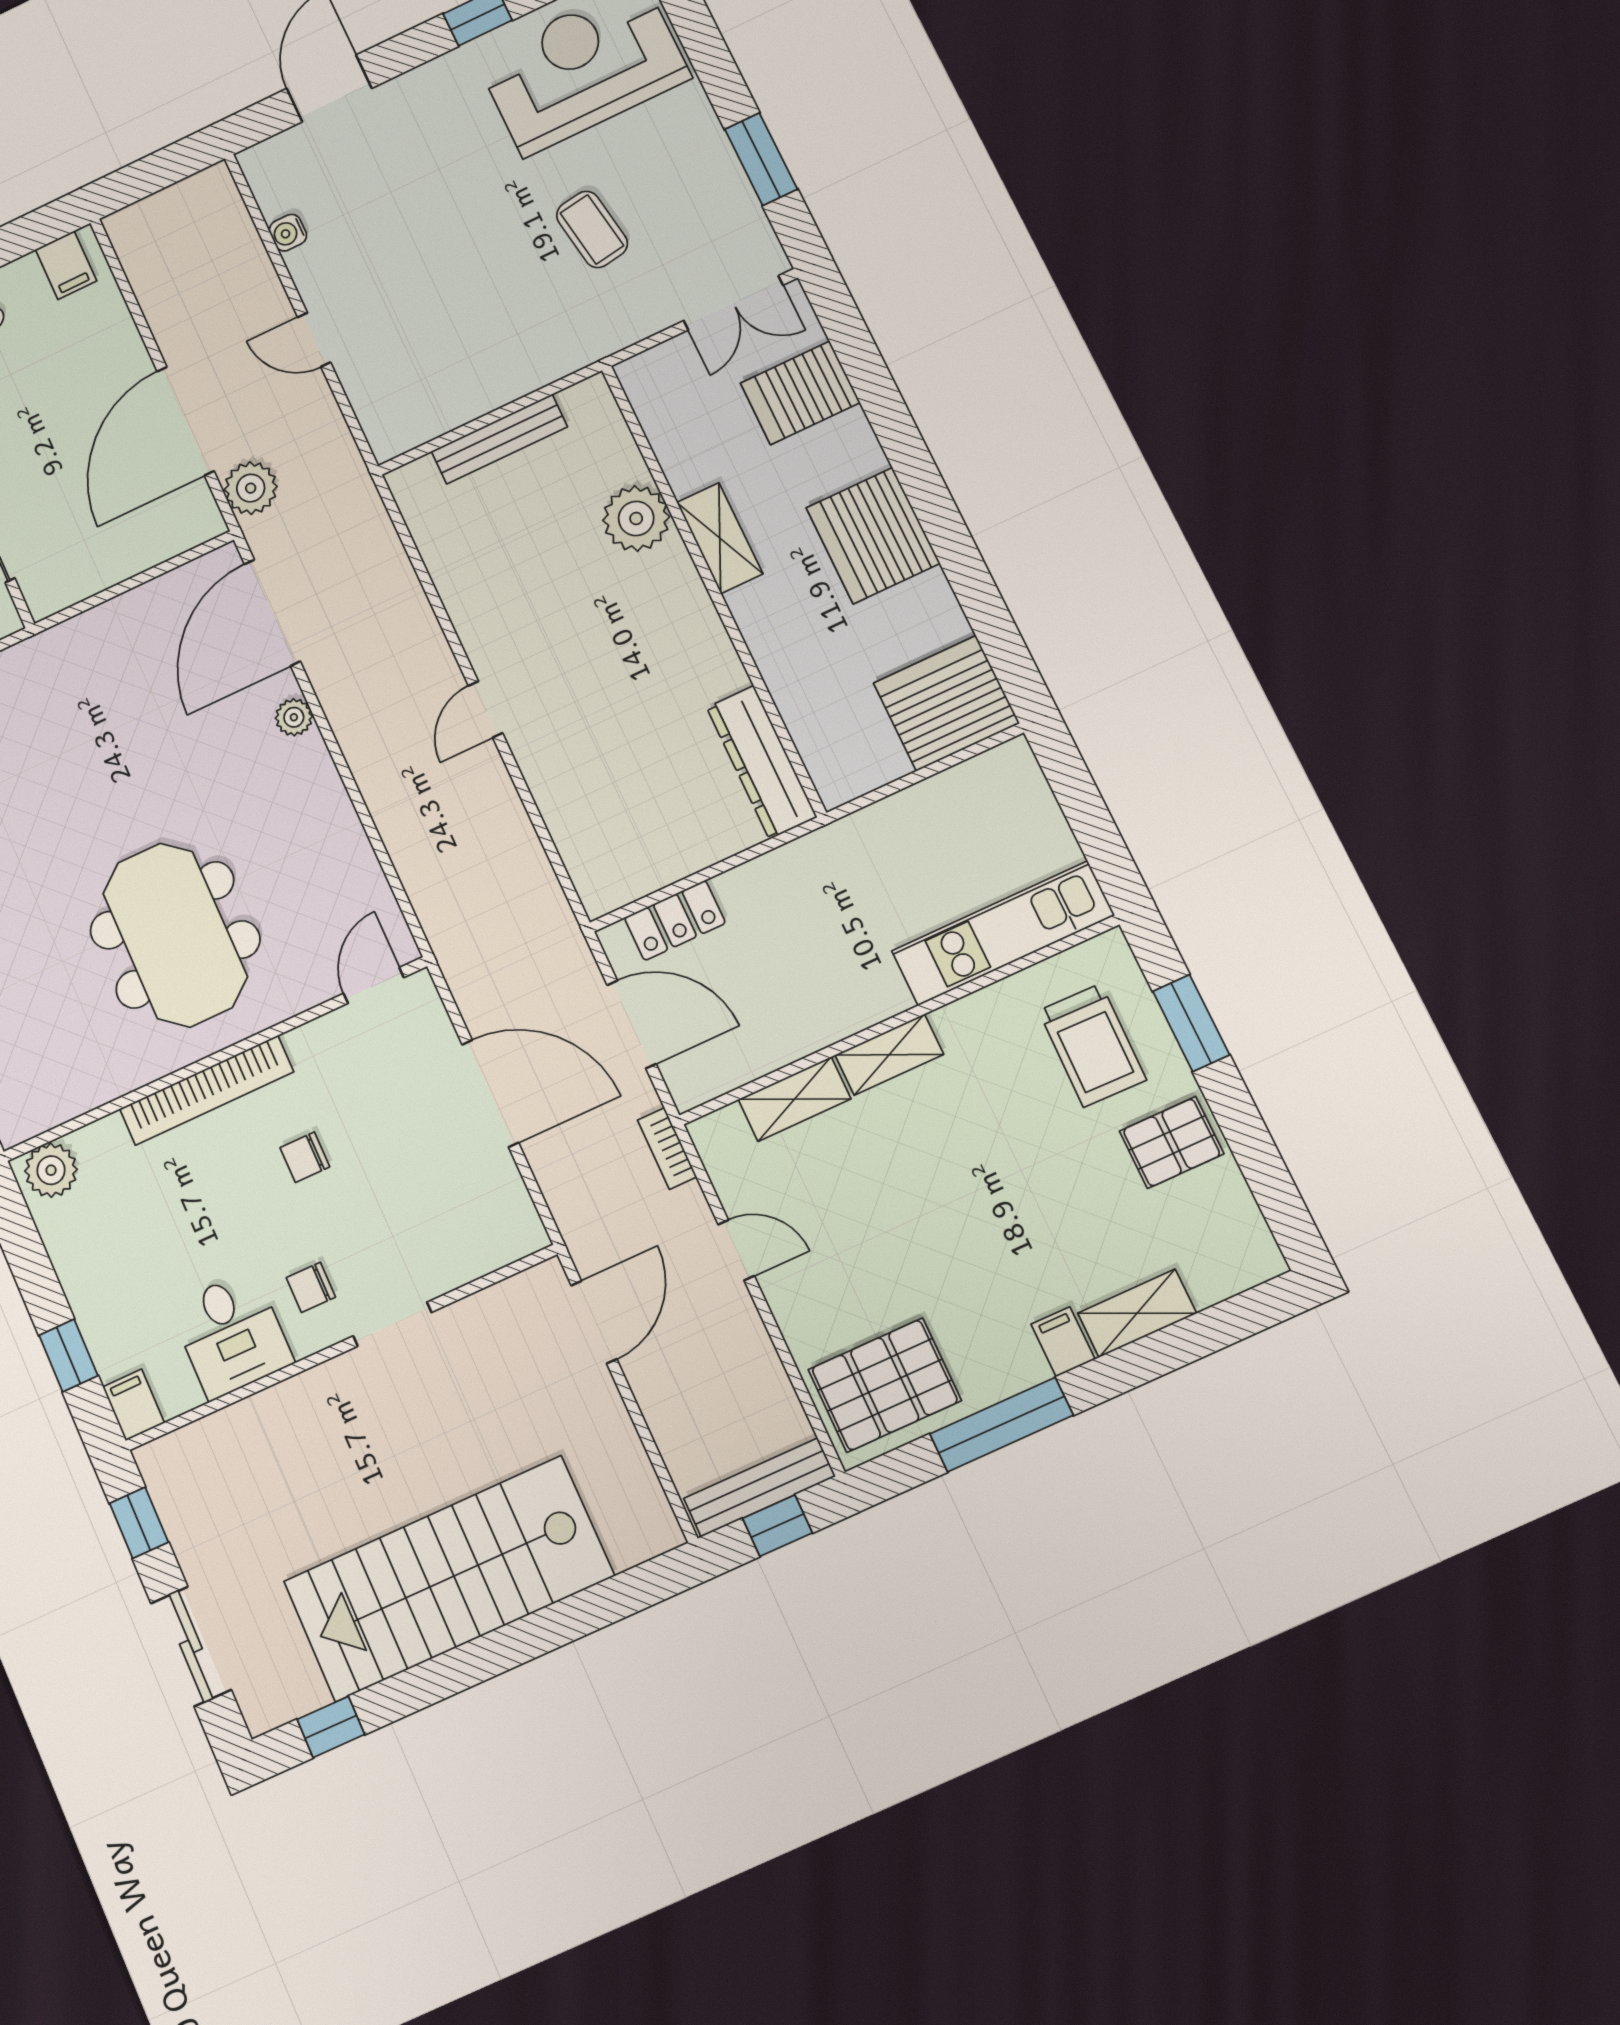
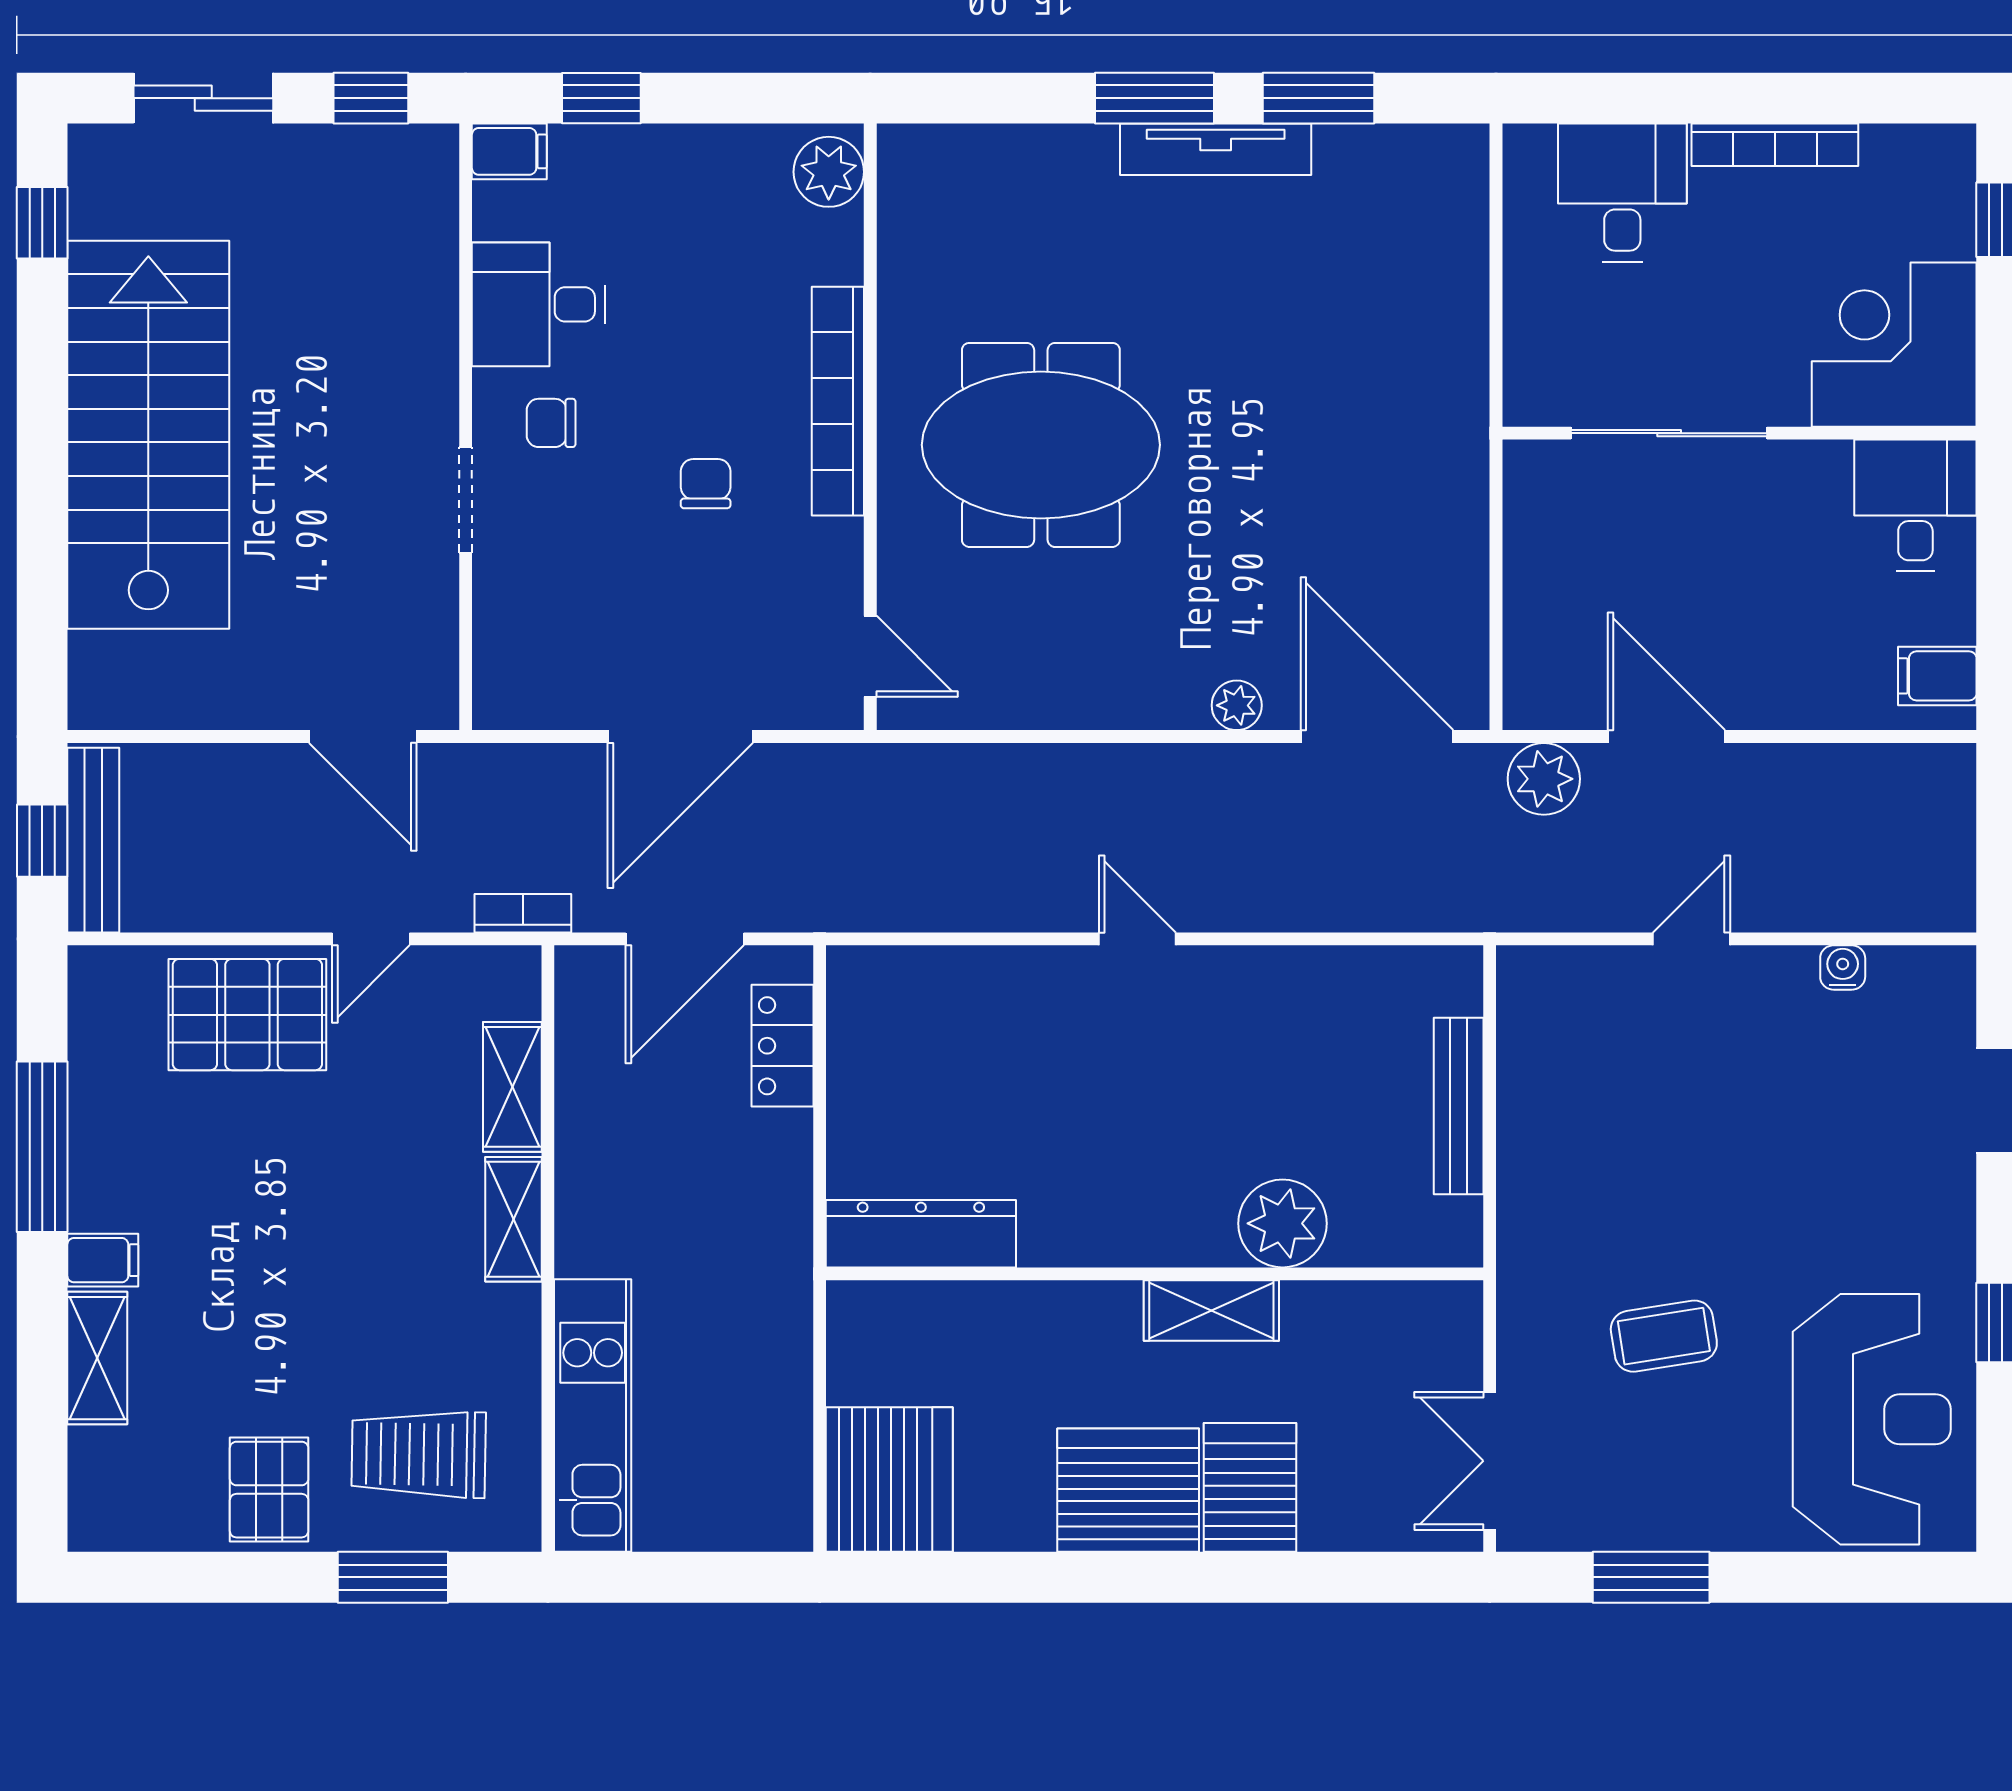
server rack: (800, 393) -> (1250, 1487), moved
door: (186, 421) -> (1666, 737), width x0.73
chair: (311, 1287) -> (551, 423), turned -90
pallet: (885, 1385) -> (247, 1015), moved, turned 90

